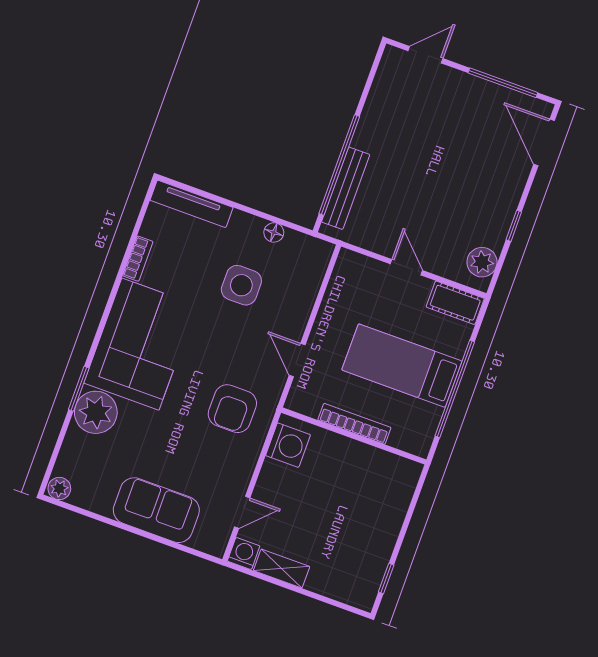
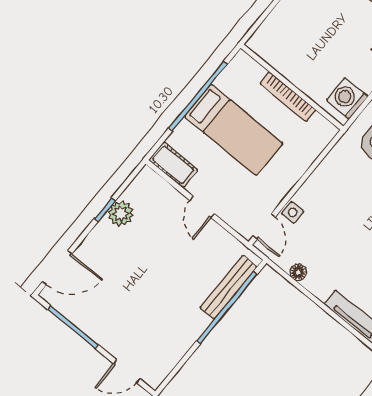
door: (544, 142) -> (57, 268), hinge flipped
plant: (482, 262) -> (121, 214), moved
side table: (241, 285) -> (293, 212), moved, width x0.54, depth x0.54
door: (297, 360) -> (264, 226), moved

